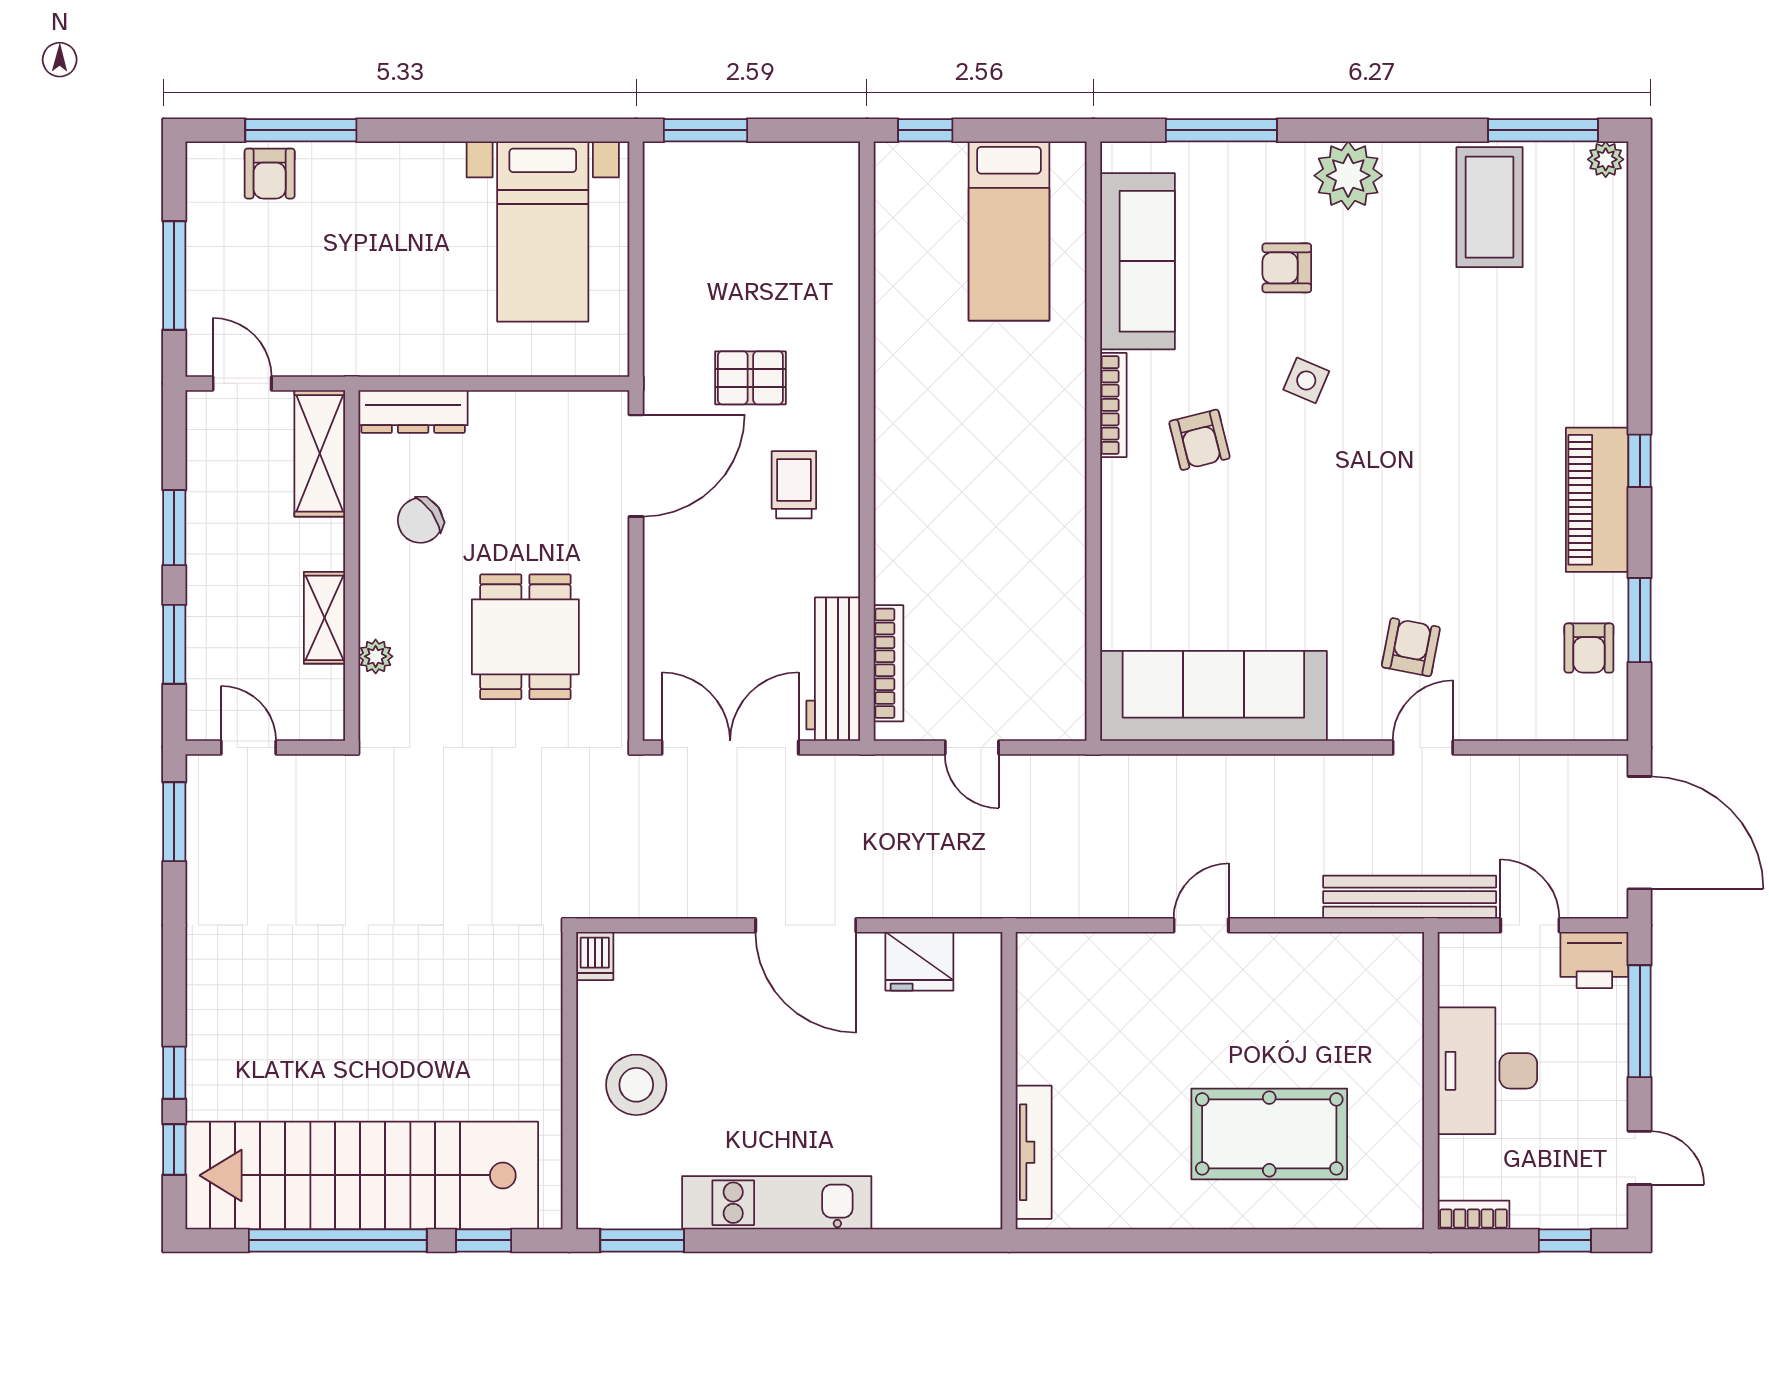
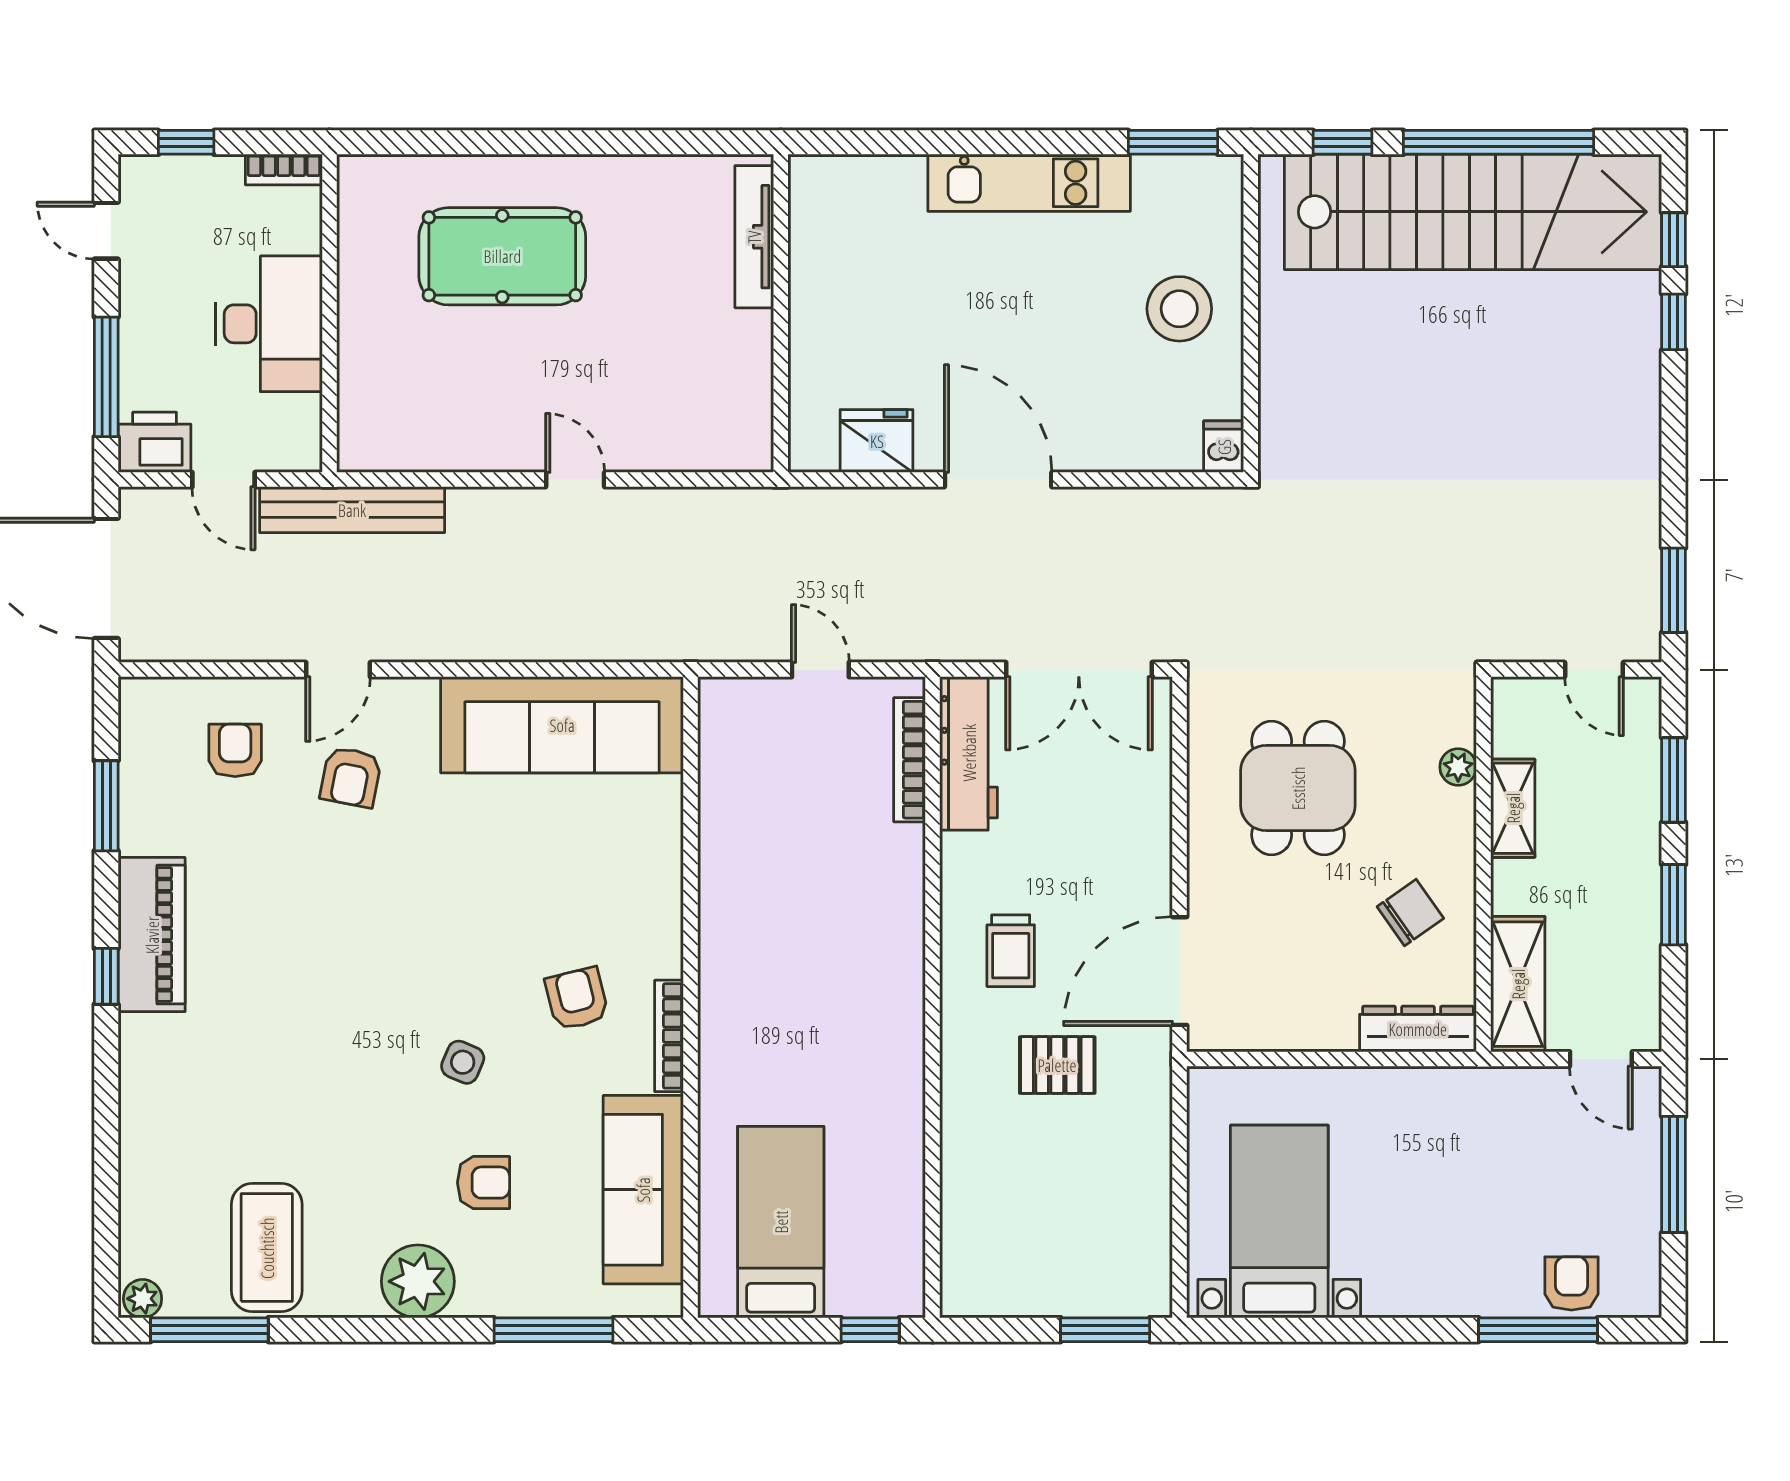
armchair: (1589, 648) -> (235, 750), moved
door: (1201, 925) -> (575, 480), swing flipped

